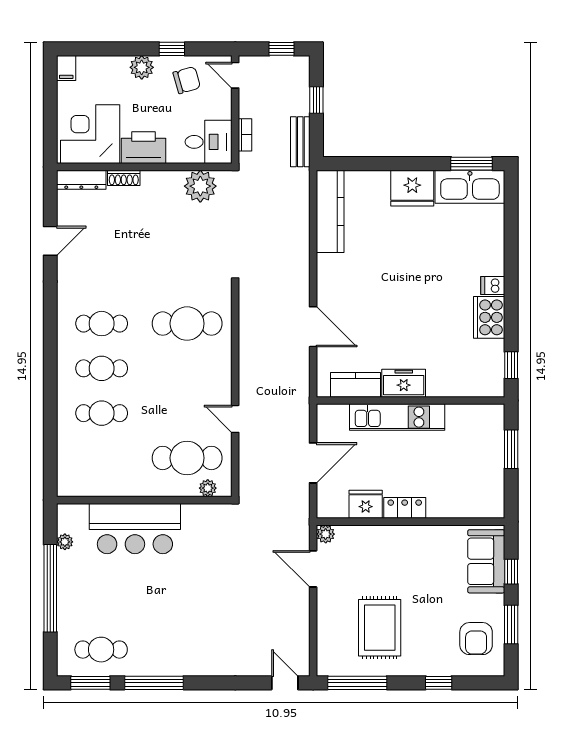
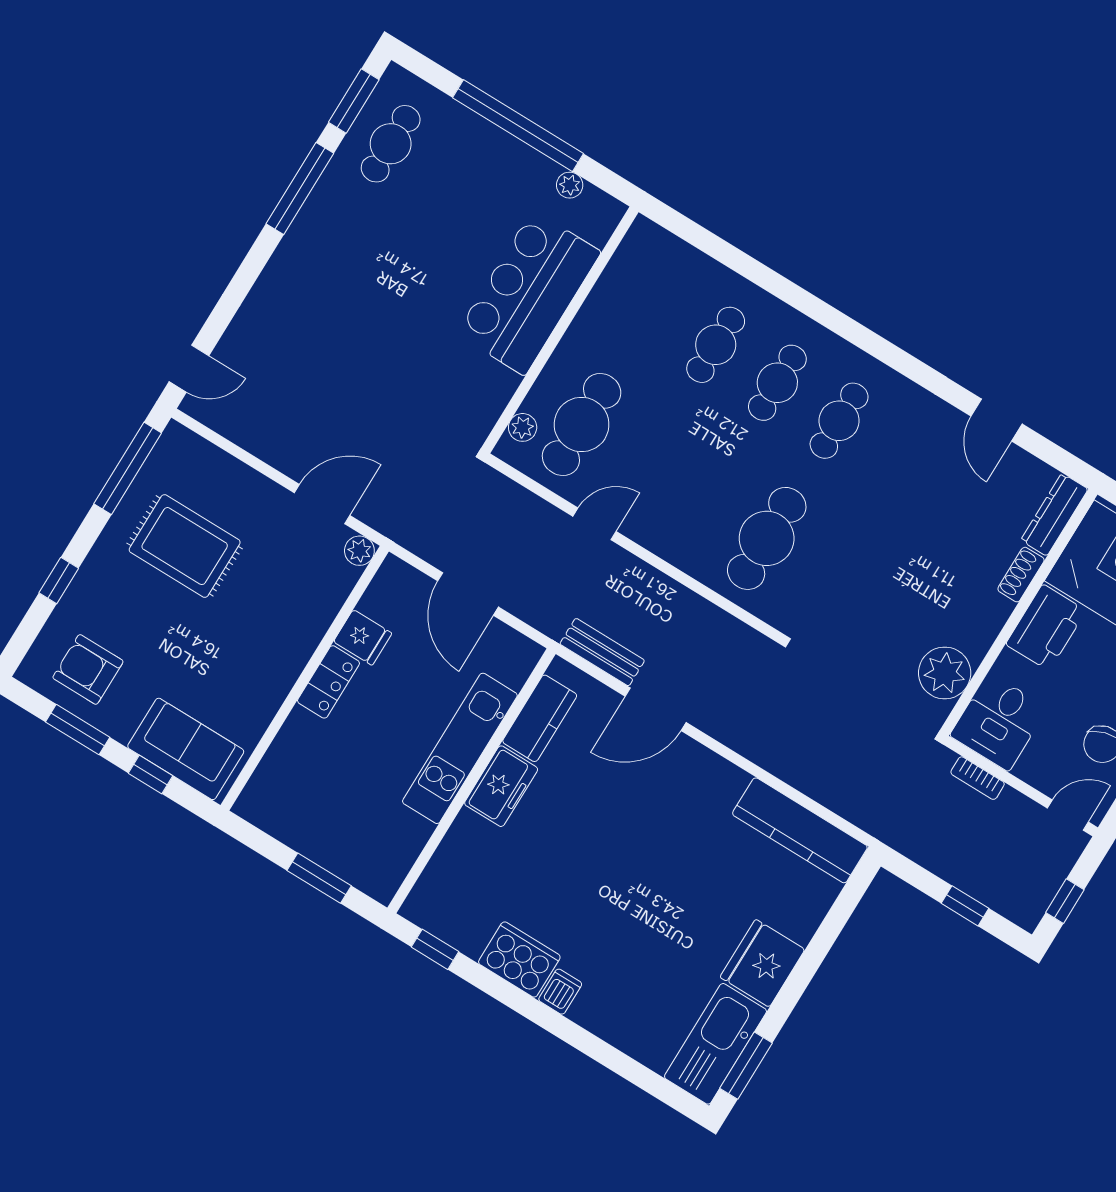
bench: (300, 142) -> (602, 652), moved
fridge: (366, 504) -> (363, 637), width x0.72

